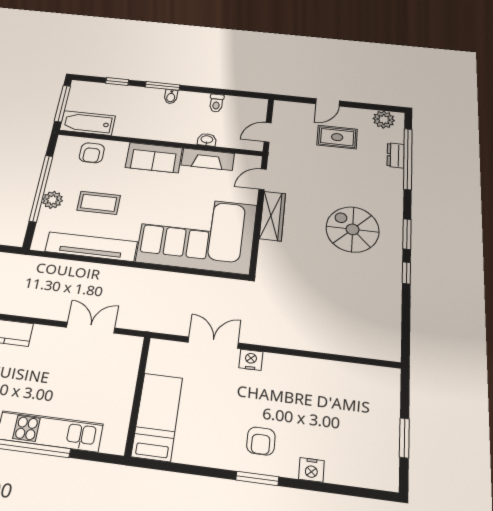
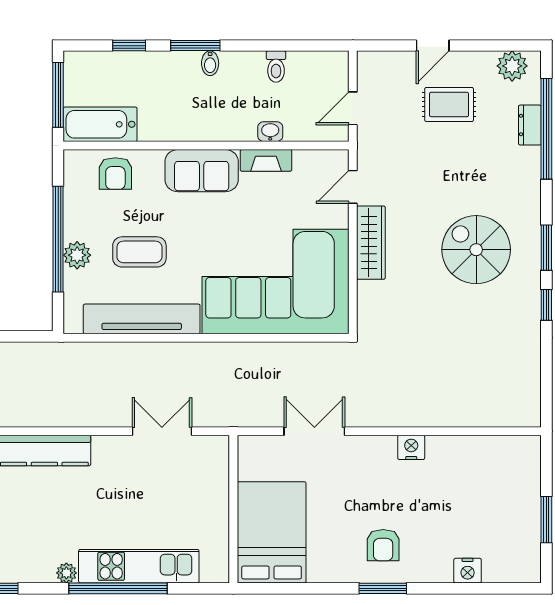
fireplace: (208, 159) -> (266, 160), width x0.73, depth x0.76
nightstand: (251, 360) -> (411, 447), moved
bed: (157, 417) -> (272, 532), width x1.50
nightstand: (311, 470) -> (468, 571), moved

